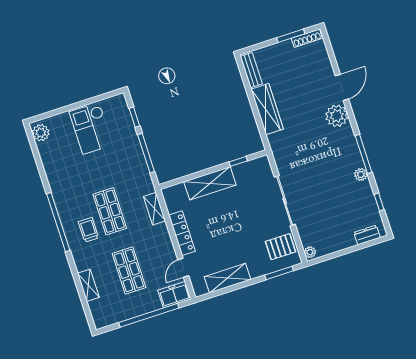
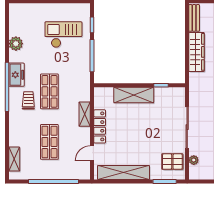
checkout: (91, 128) -> (63, 35), moved, turned 90
plant: (41, 133) -> (16, 44), moved
shelving: (154, 209) -> (85, 114), moved
plant: (310, 252) -> (194, 160), moved
shelving: (227, 278) -> (124, 173), width x1.47
shelving: (88, 285) -> (14, 159), moved
freezer: (174, 295) -> (16, 75), moved, turned 90

